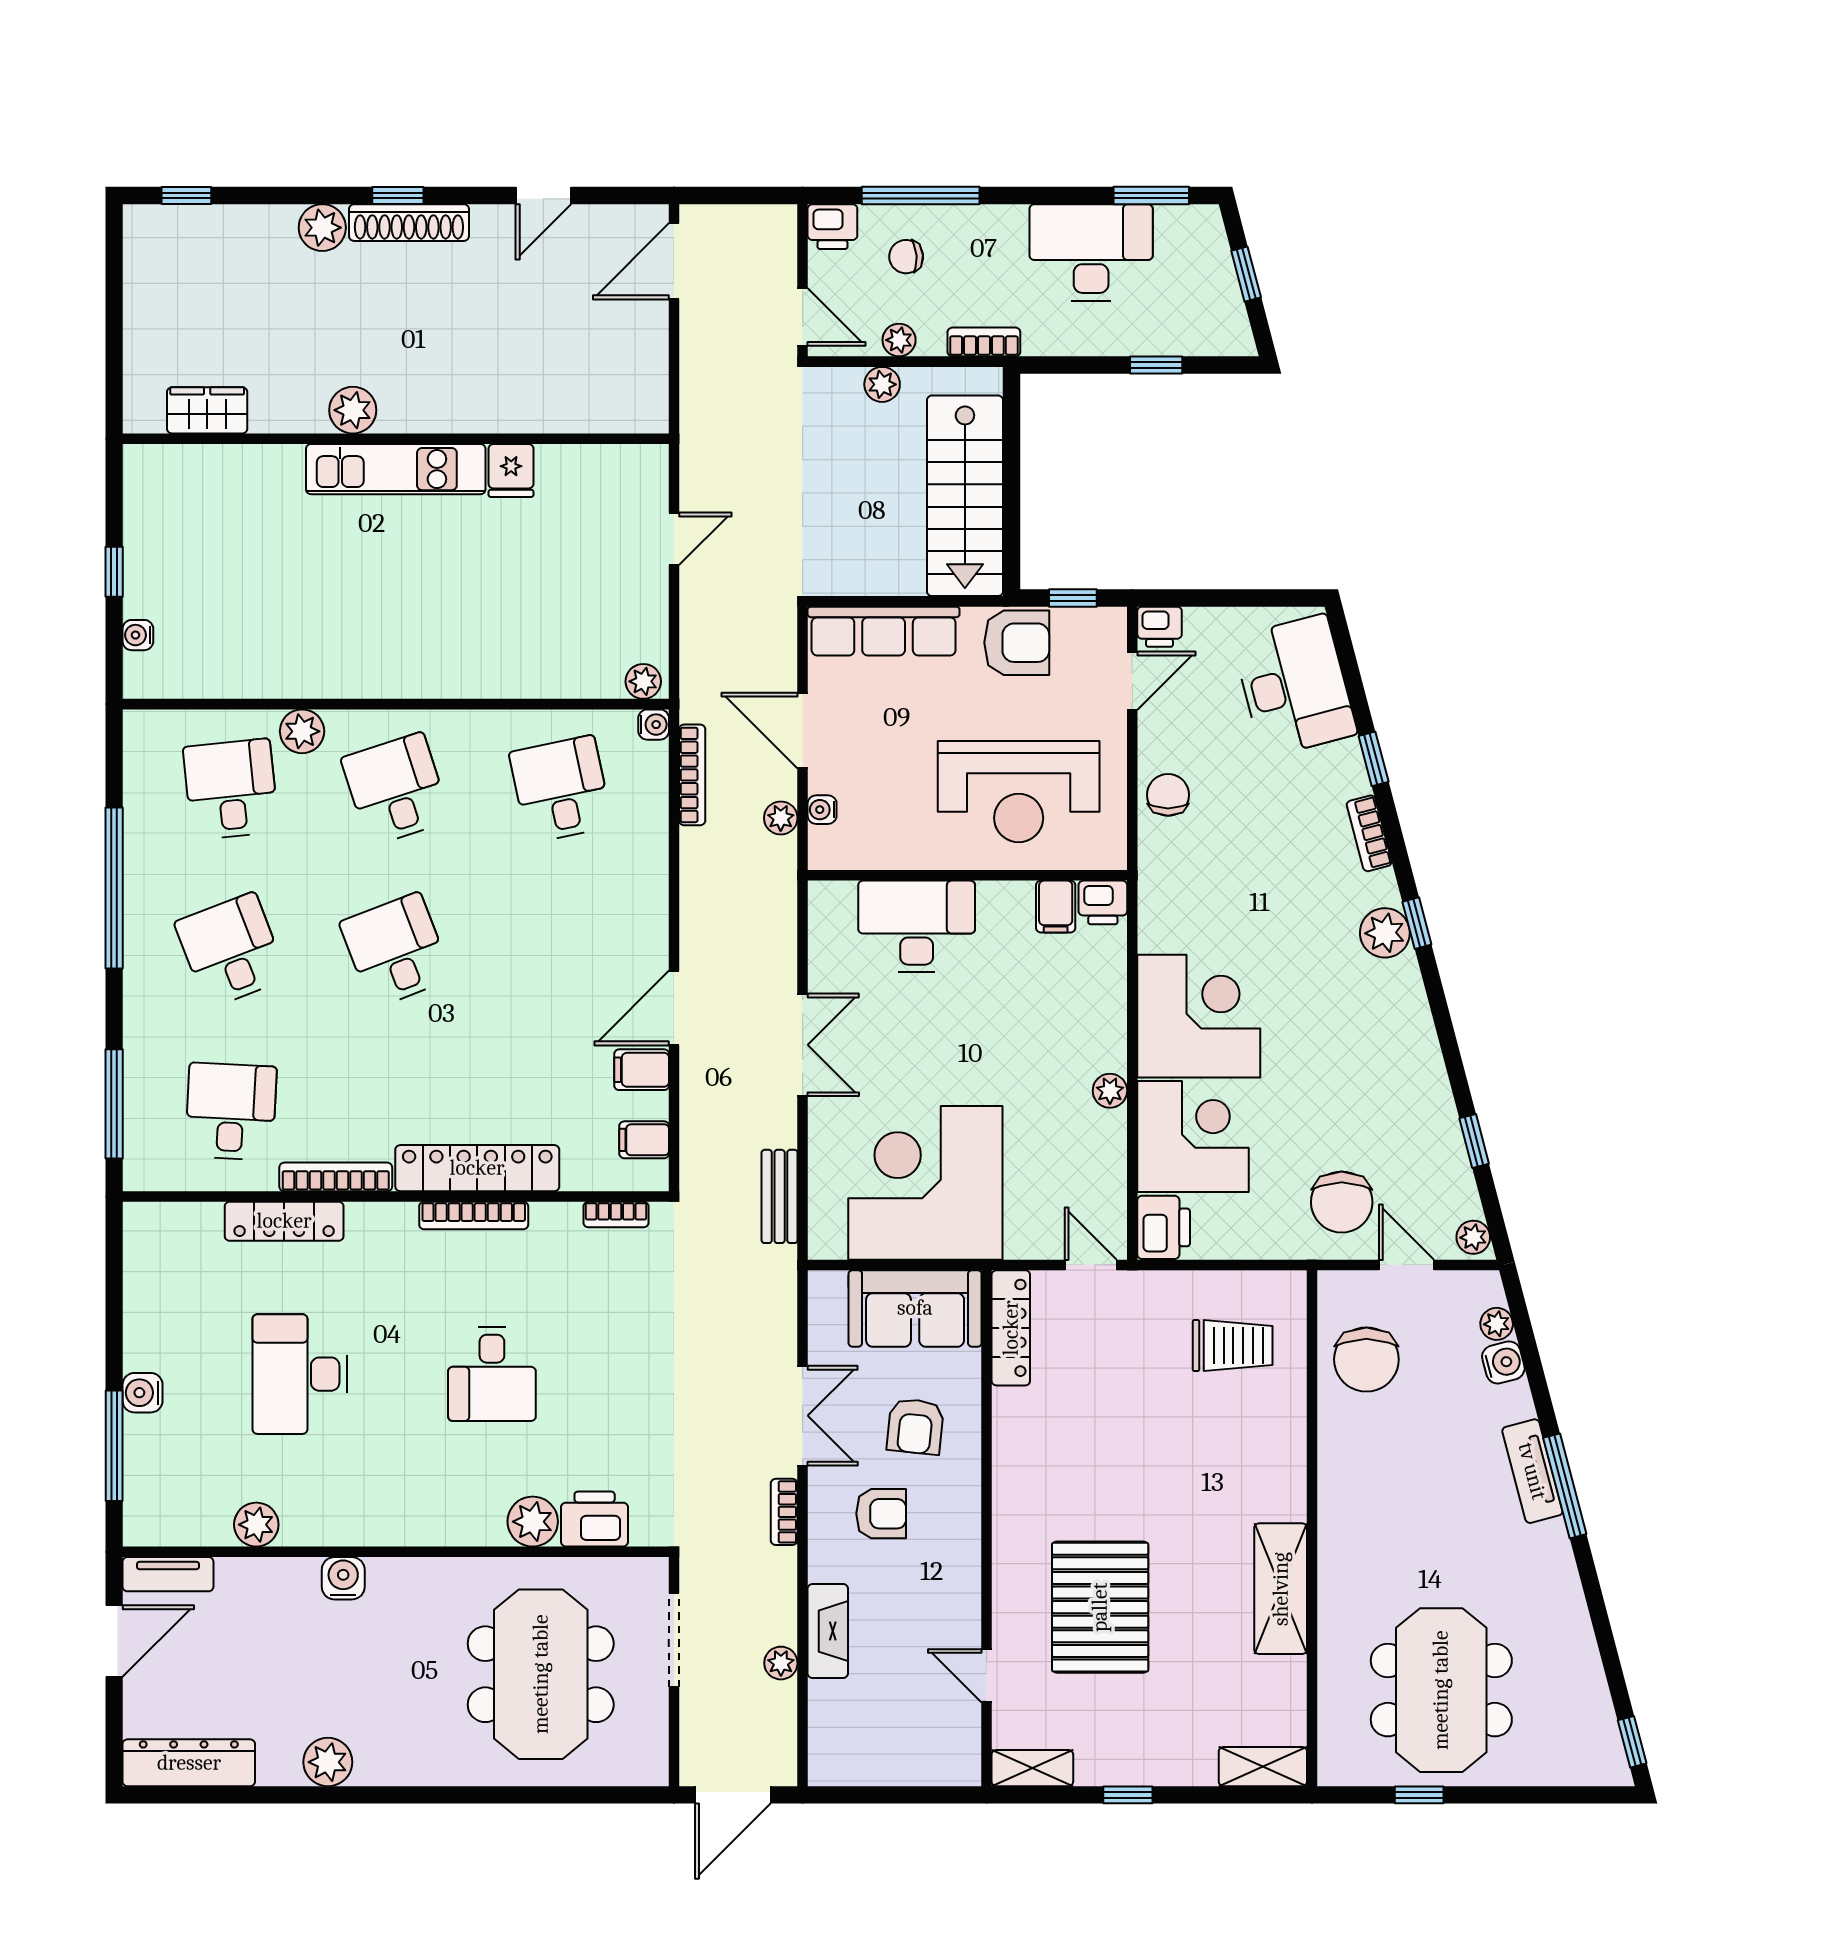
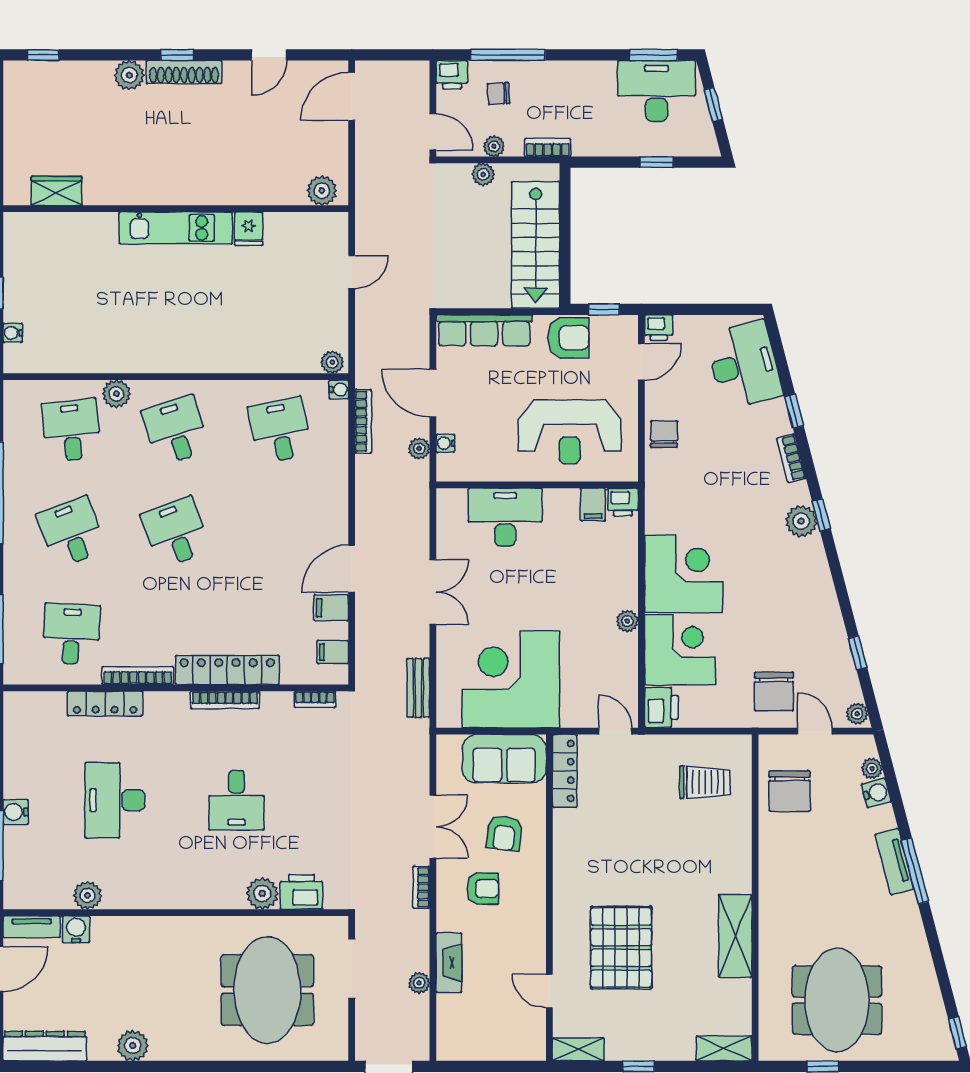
desk: (1091, 252) -> (657, 91), moved
plant: (353, 410) -> (322, 191), moved
water cooler: (343, 1578) -> (76, 929), moved

